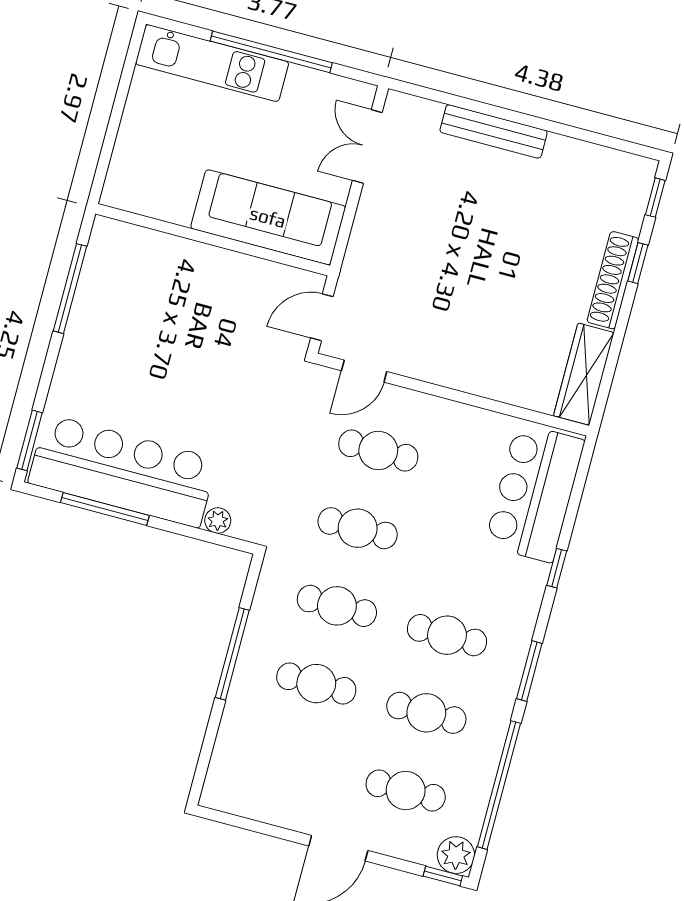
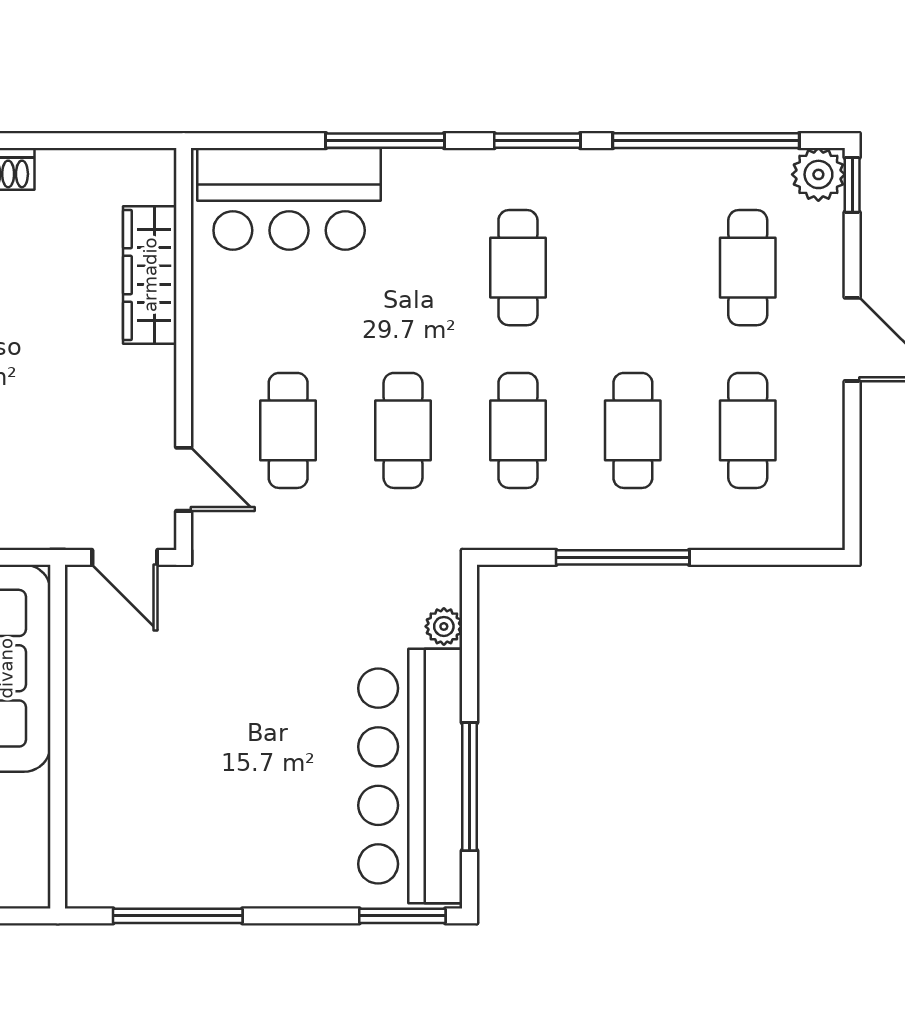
wardrobe: (584, 374) -> (150, 275), moved, turned 90
window: (557, 568) -> (385, 141), width x2.17
cafe table: (426, 713) -> (748, 430), moved

